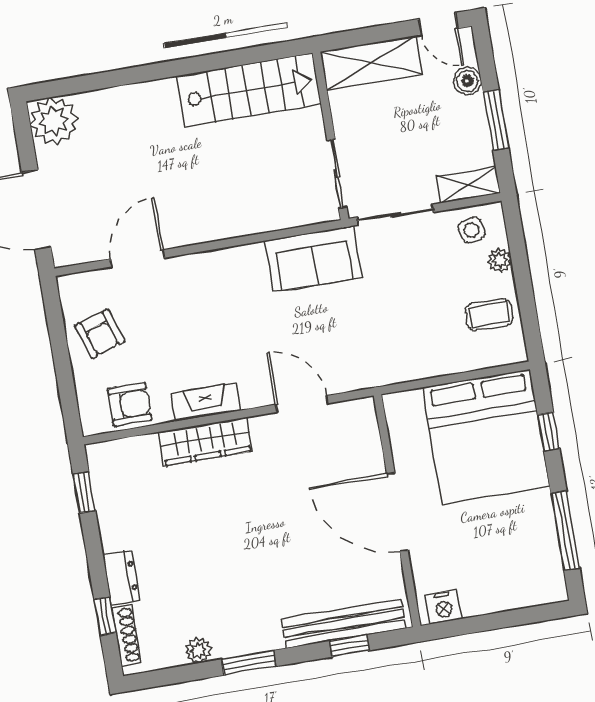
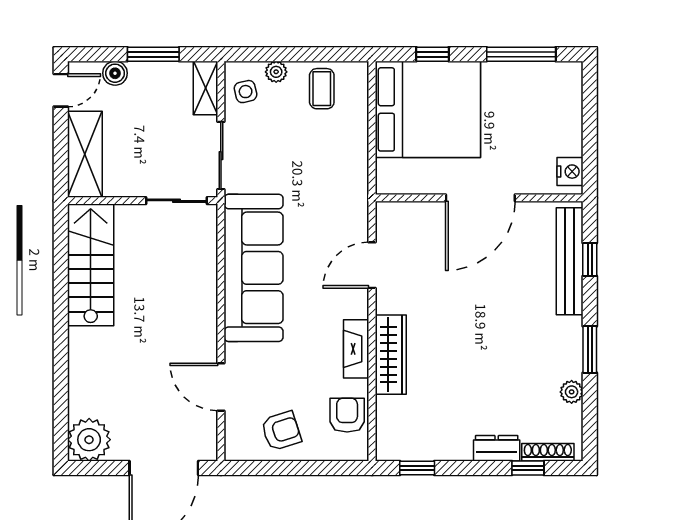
sofa: (313, 259) -> (254, 268), width x1.85, depth x1.27

